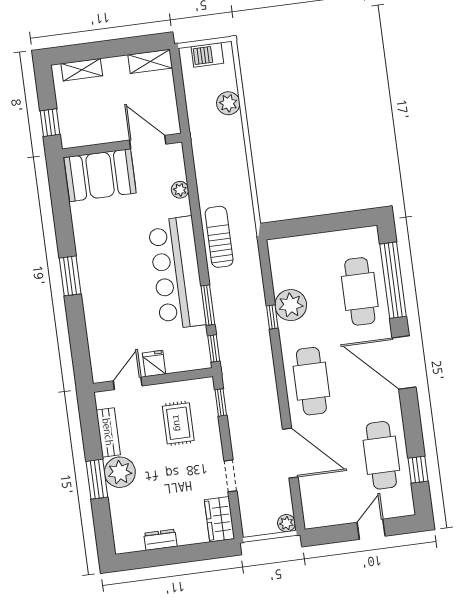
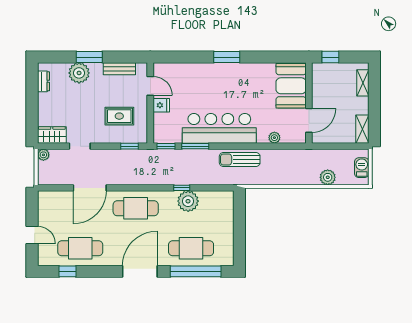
sun lounger: (219, 237) -> (240, 159), turned 180
plant: (120, 472) -> (79, 73), moved
plant: (286, 523) -> (43, 155), moved
dresser: (160, 540) -> (43, 81), moved

